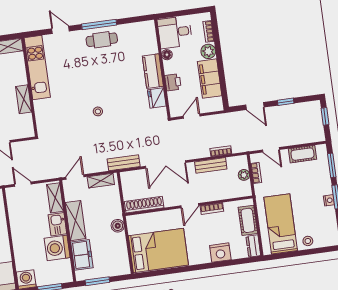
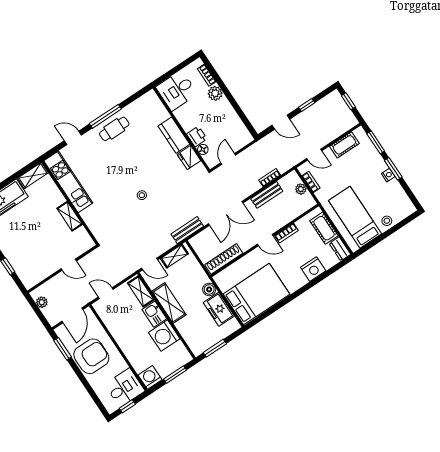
floor lamp: (167, 55) -> (203, 149), moved
filing cabinet: (210, 79) -> (228, 117), removed
door: (75, 177) -> (150, 264), swing flipped
door: (190, 206) -> (265, 240), hinge flipped
freezer: (82, 255) -> (219, 309), moved, turned 180

